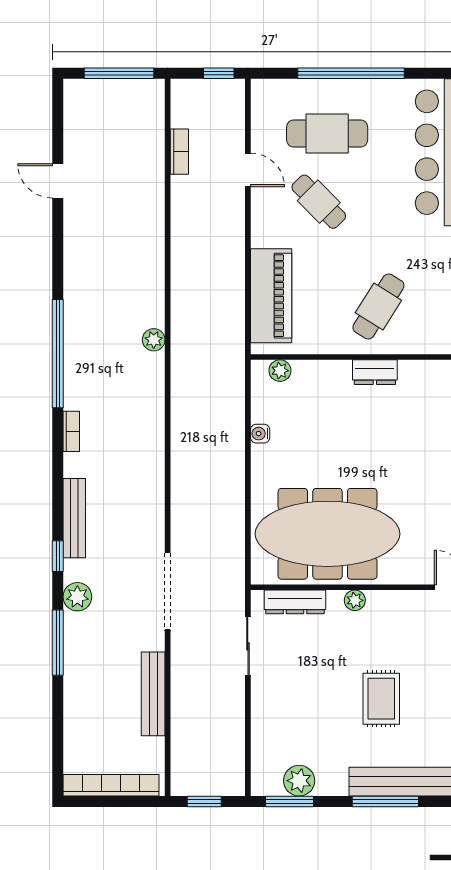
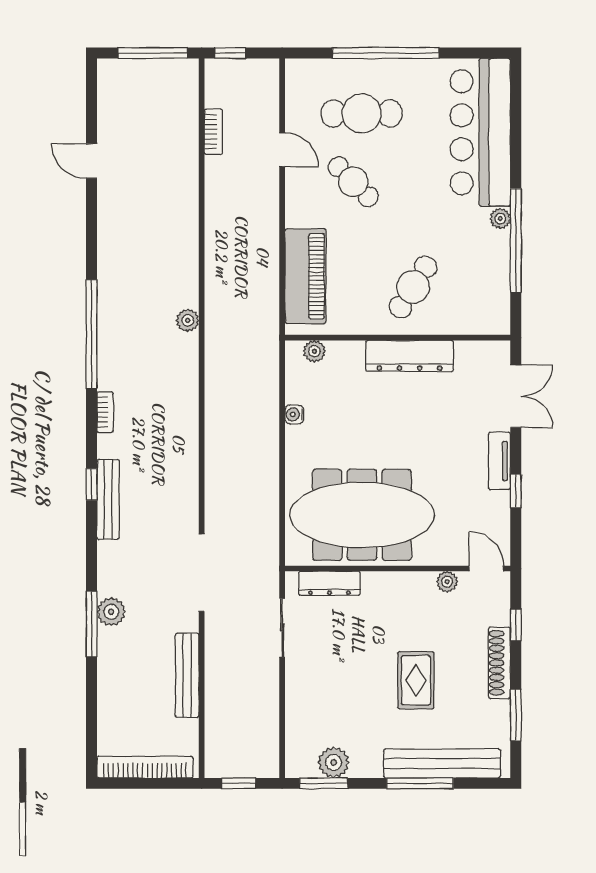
window: (219, 73) -> (230, 53), moved
dresser: (375, 372) -> (410, 356), width x1.96, depth x1.24
window: (58, 556) -> (92, 484), moved
plant: (77, 597) -> (111, 612), moved
plant: (355, 600) -> (447, 582), moved

